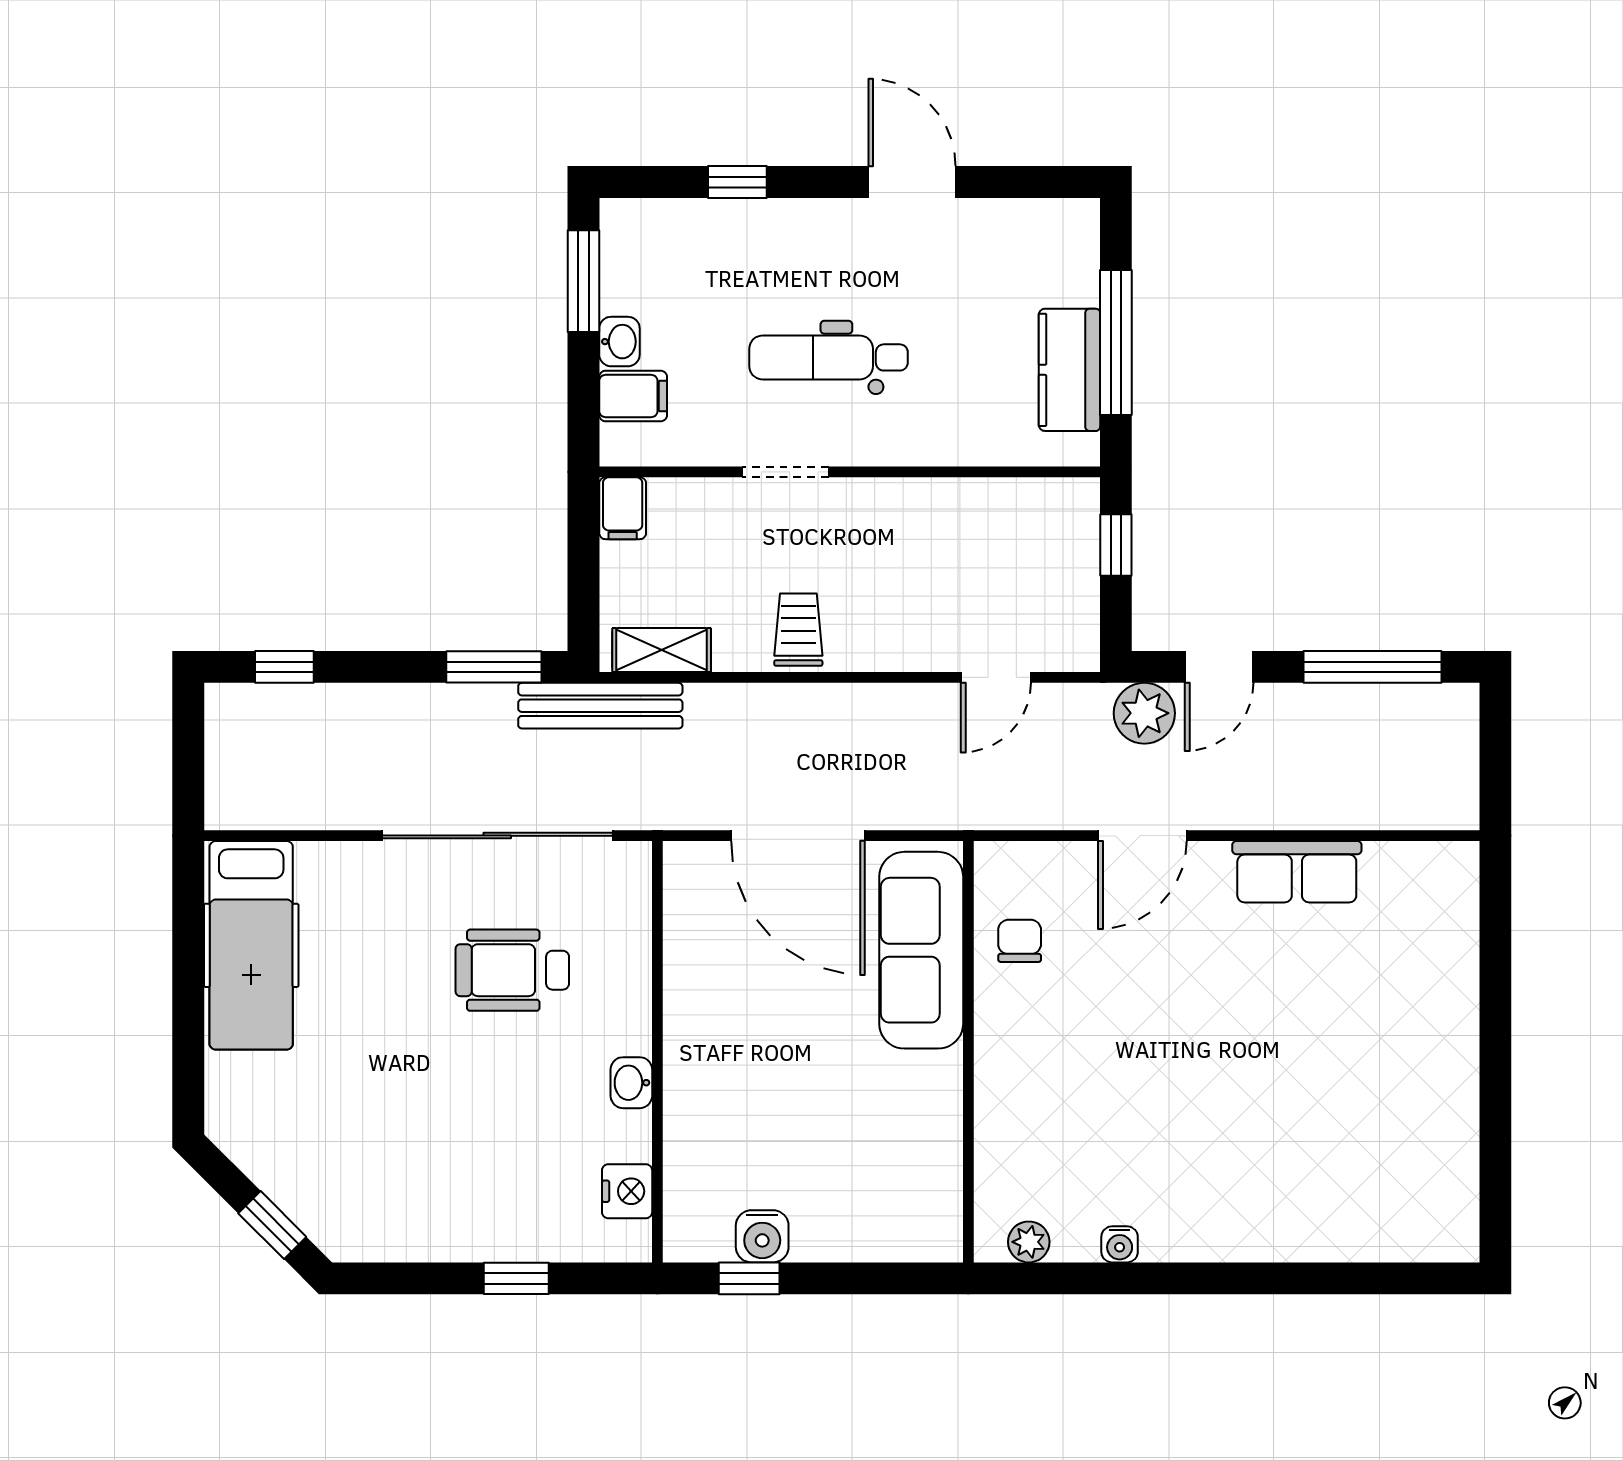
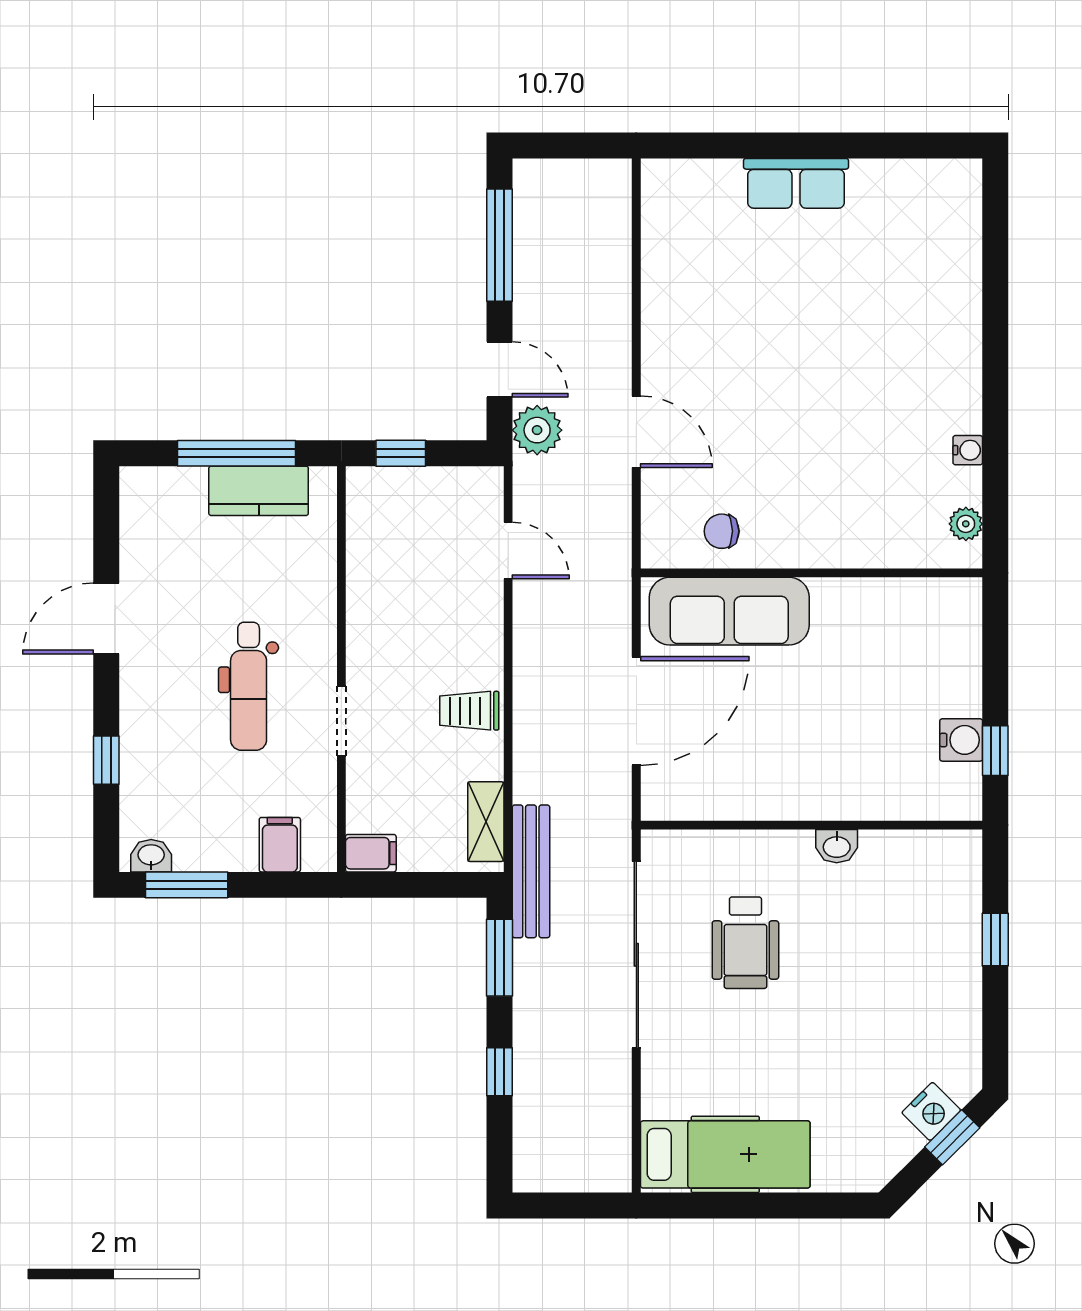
washbasin: (619, 342) -> (151, 856), moved
window: (284, 667) -> (499, 1072), moved
row of seats: (1297, 872) -> (796, 183), moved, turned 90
nightstand: (627, 1191) -> (931, 1111), moved, turned 135

